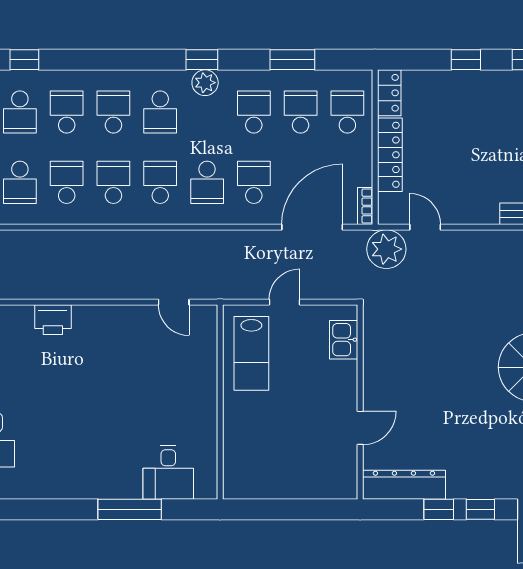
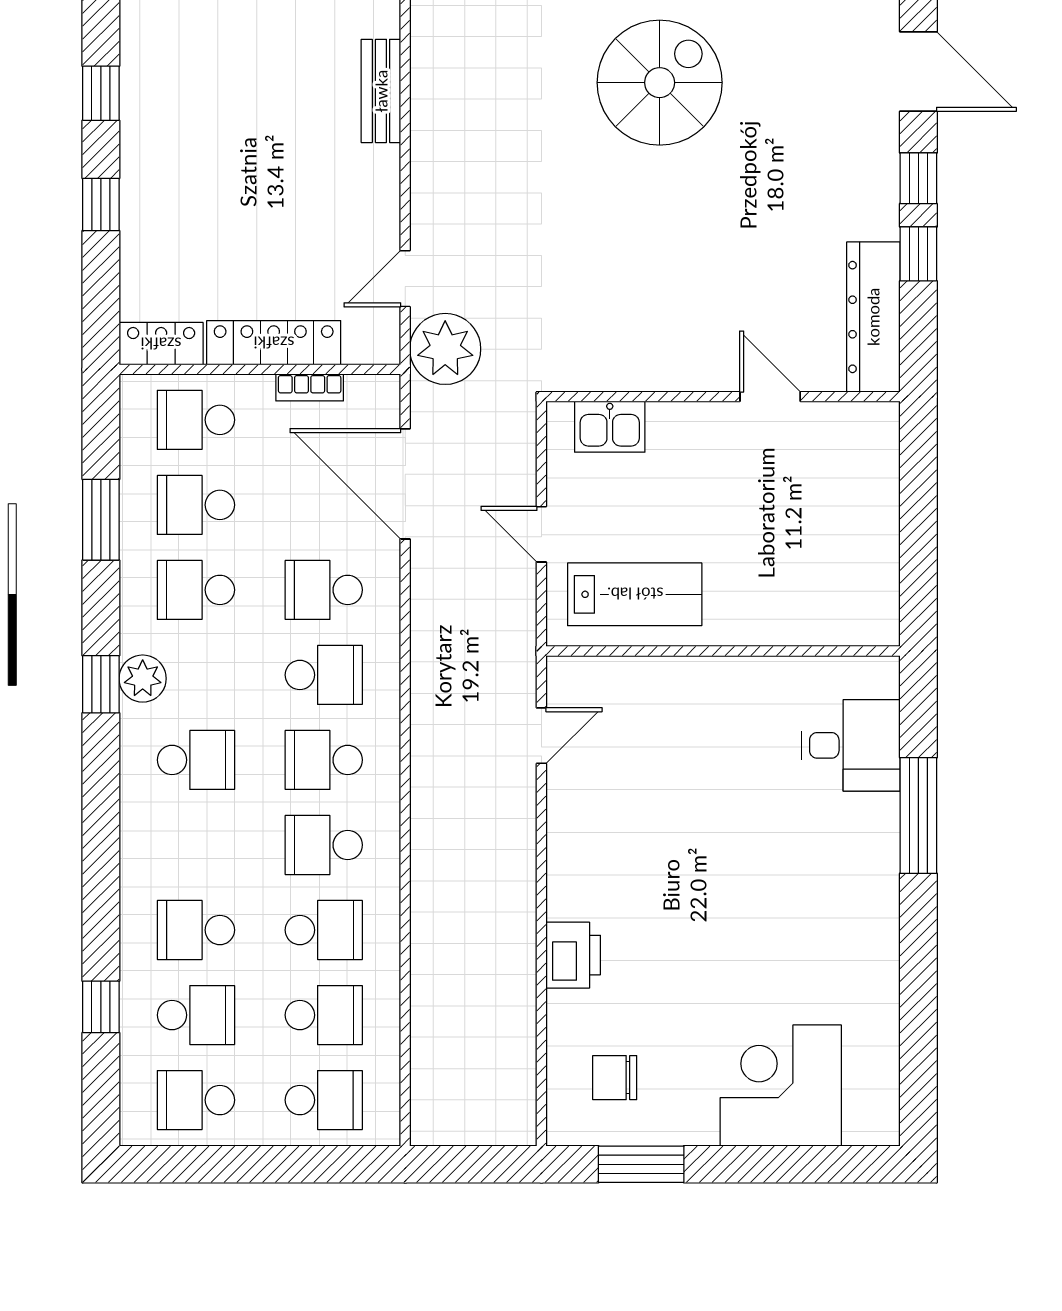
school desk: (113, 112) -> (196, 845), removed
school desk: (67, 182) -> (324, 930), turned 180
bookcase: (365, 206) -> (310, 387), moved

